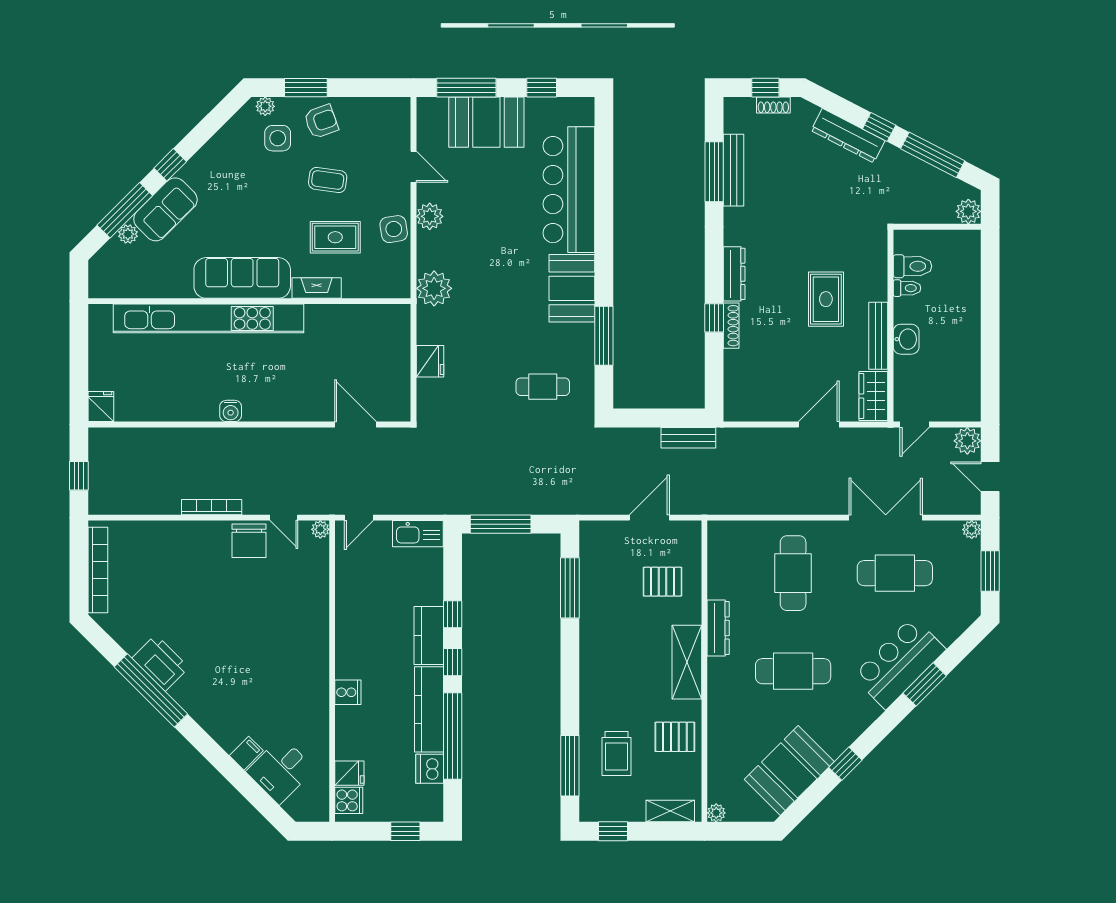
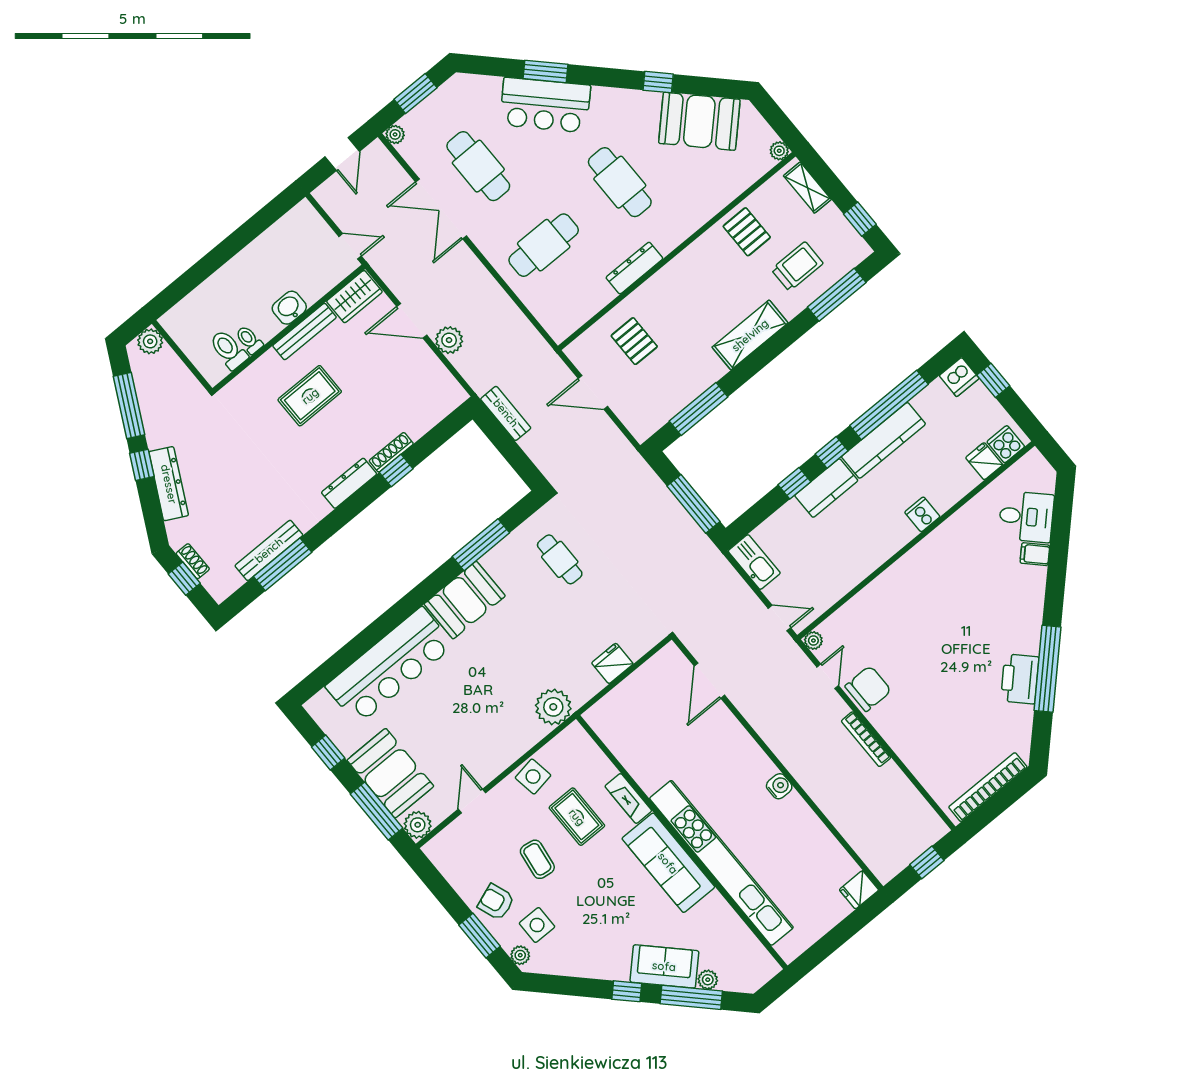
plant: (430, 216) -> (418, 825), moved
plant: (967, 441) -> (449, 340), moved
shelving: (687, 662) -> (750, 335), moved
dishwasher: (430, 769) -> (959, 377), moved

